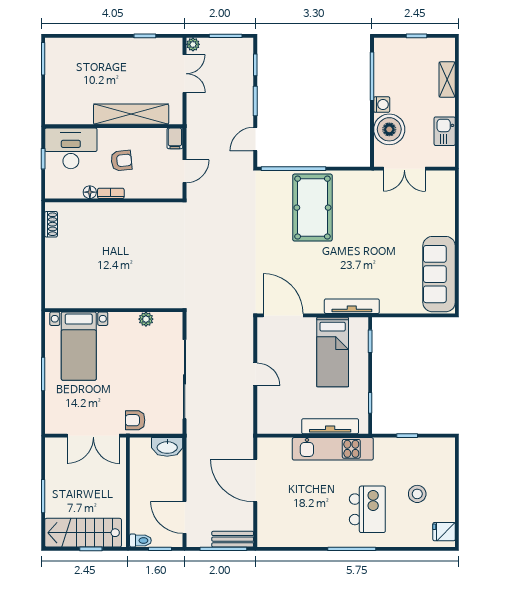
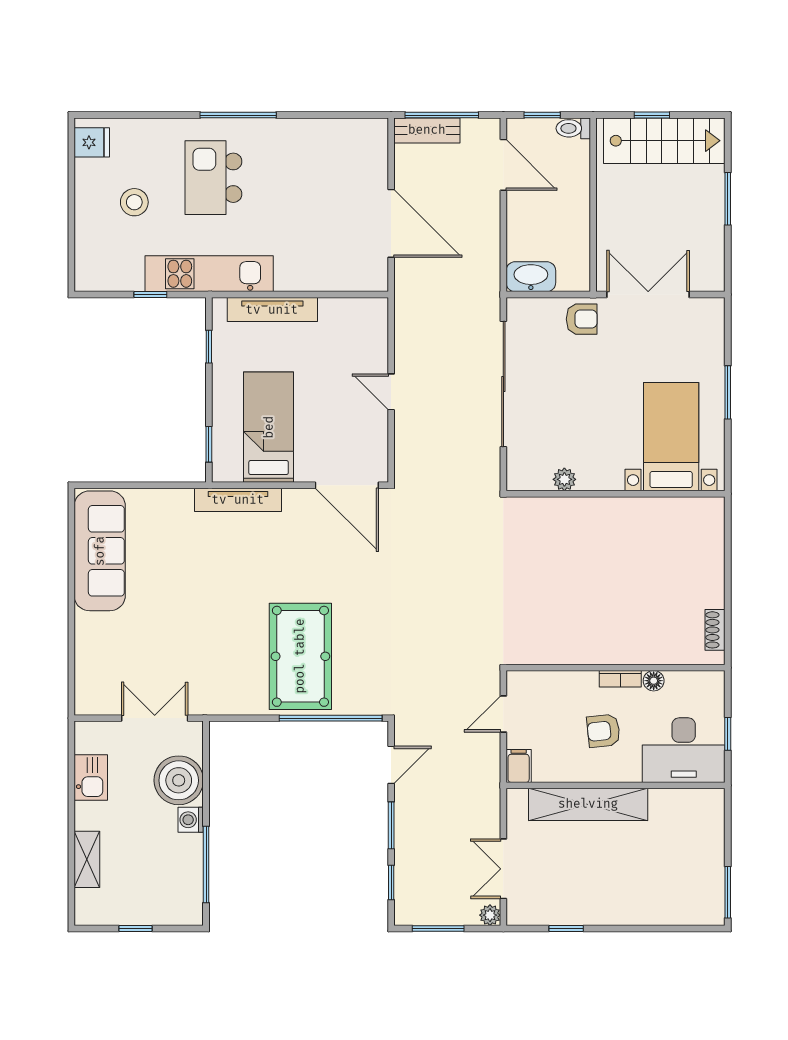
kitchen unit: (333, 449) -> (209, 274), moved

